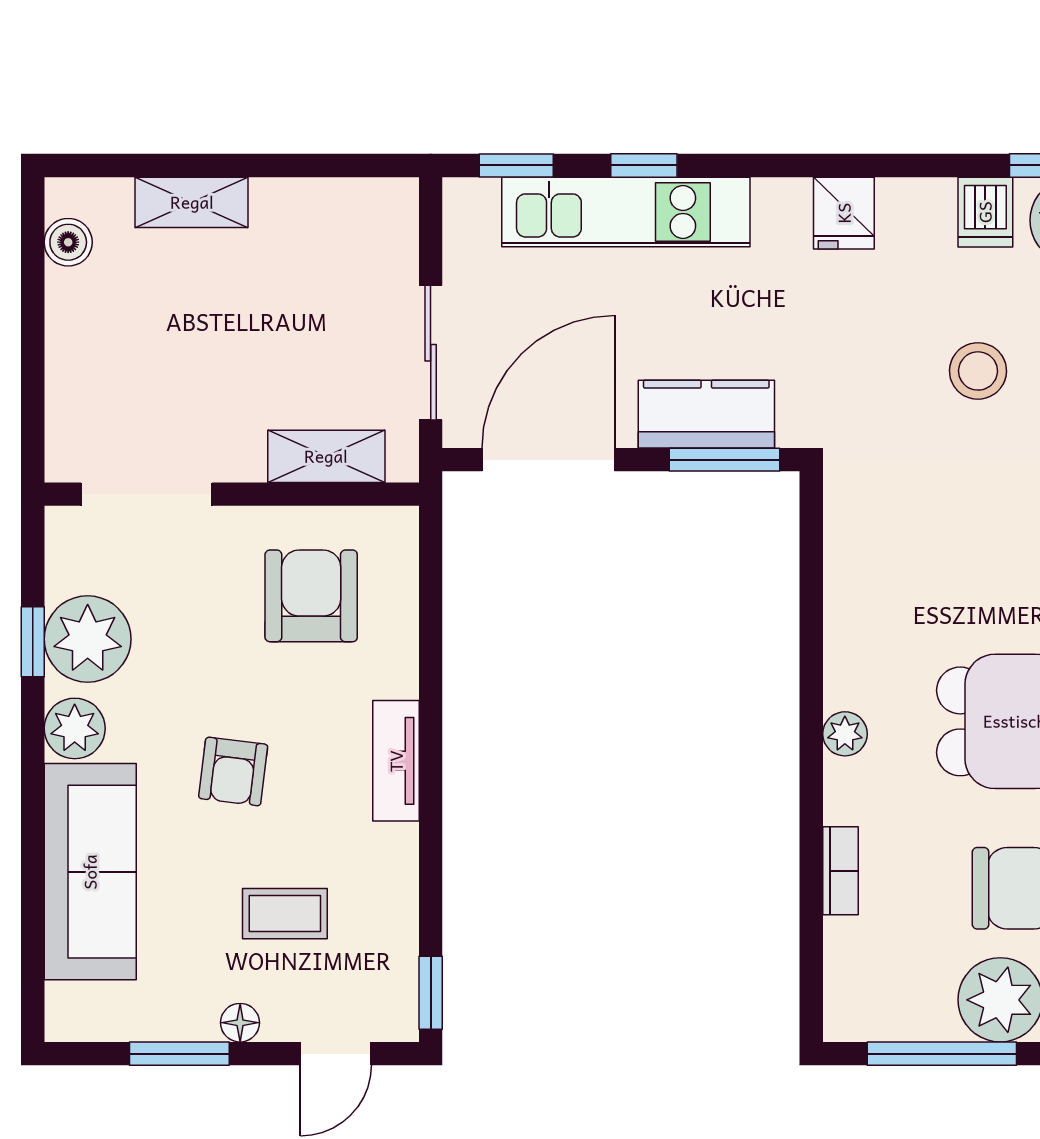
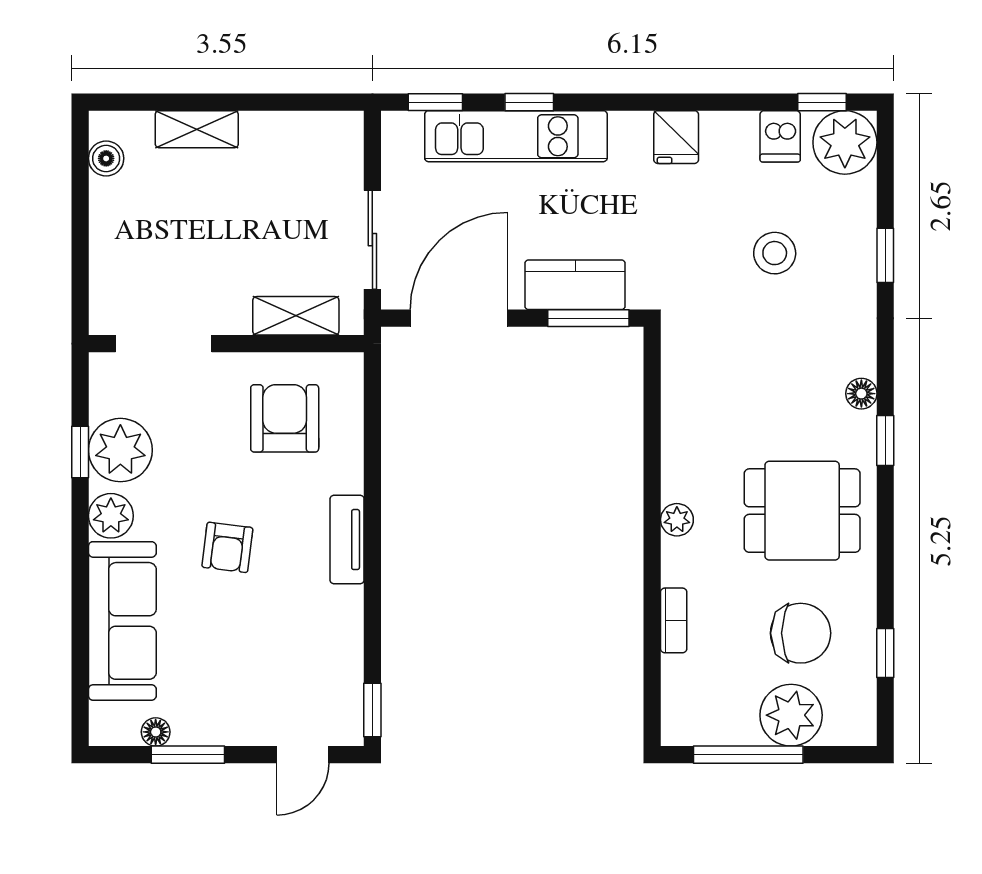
coffee table: (285, 914) -> (265, 652), removed
floor lamp: (240, 1023) -> (156, 732), moved

